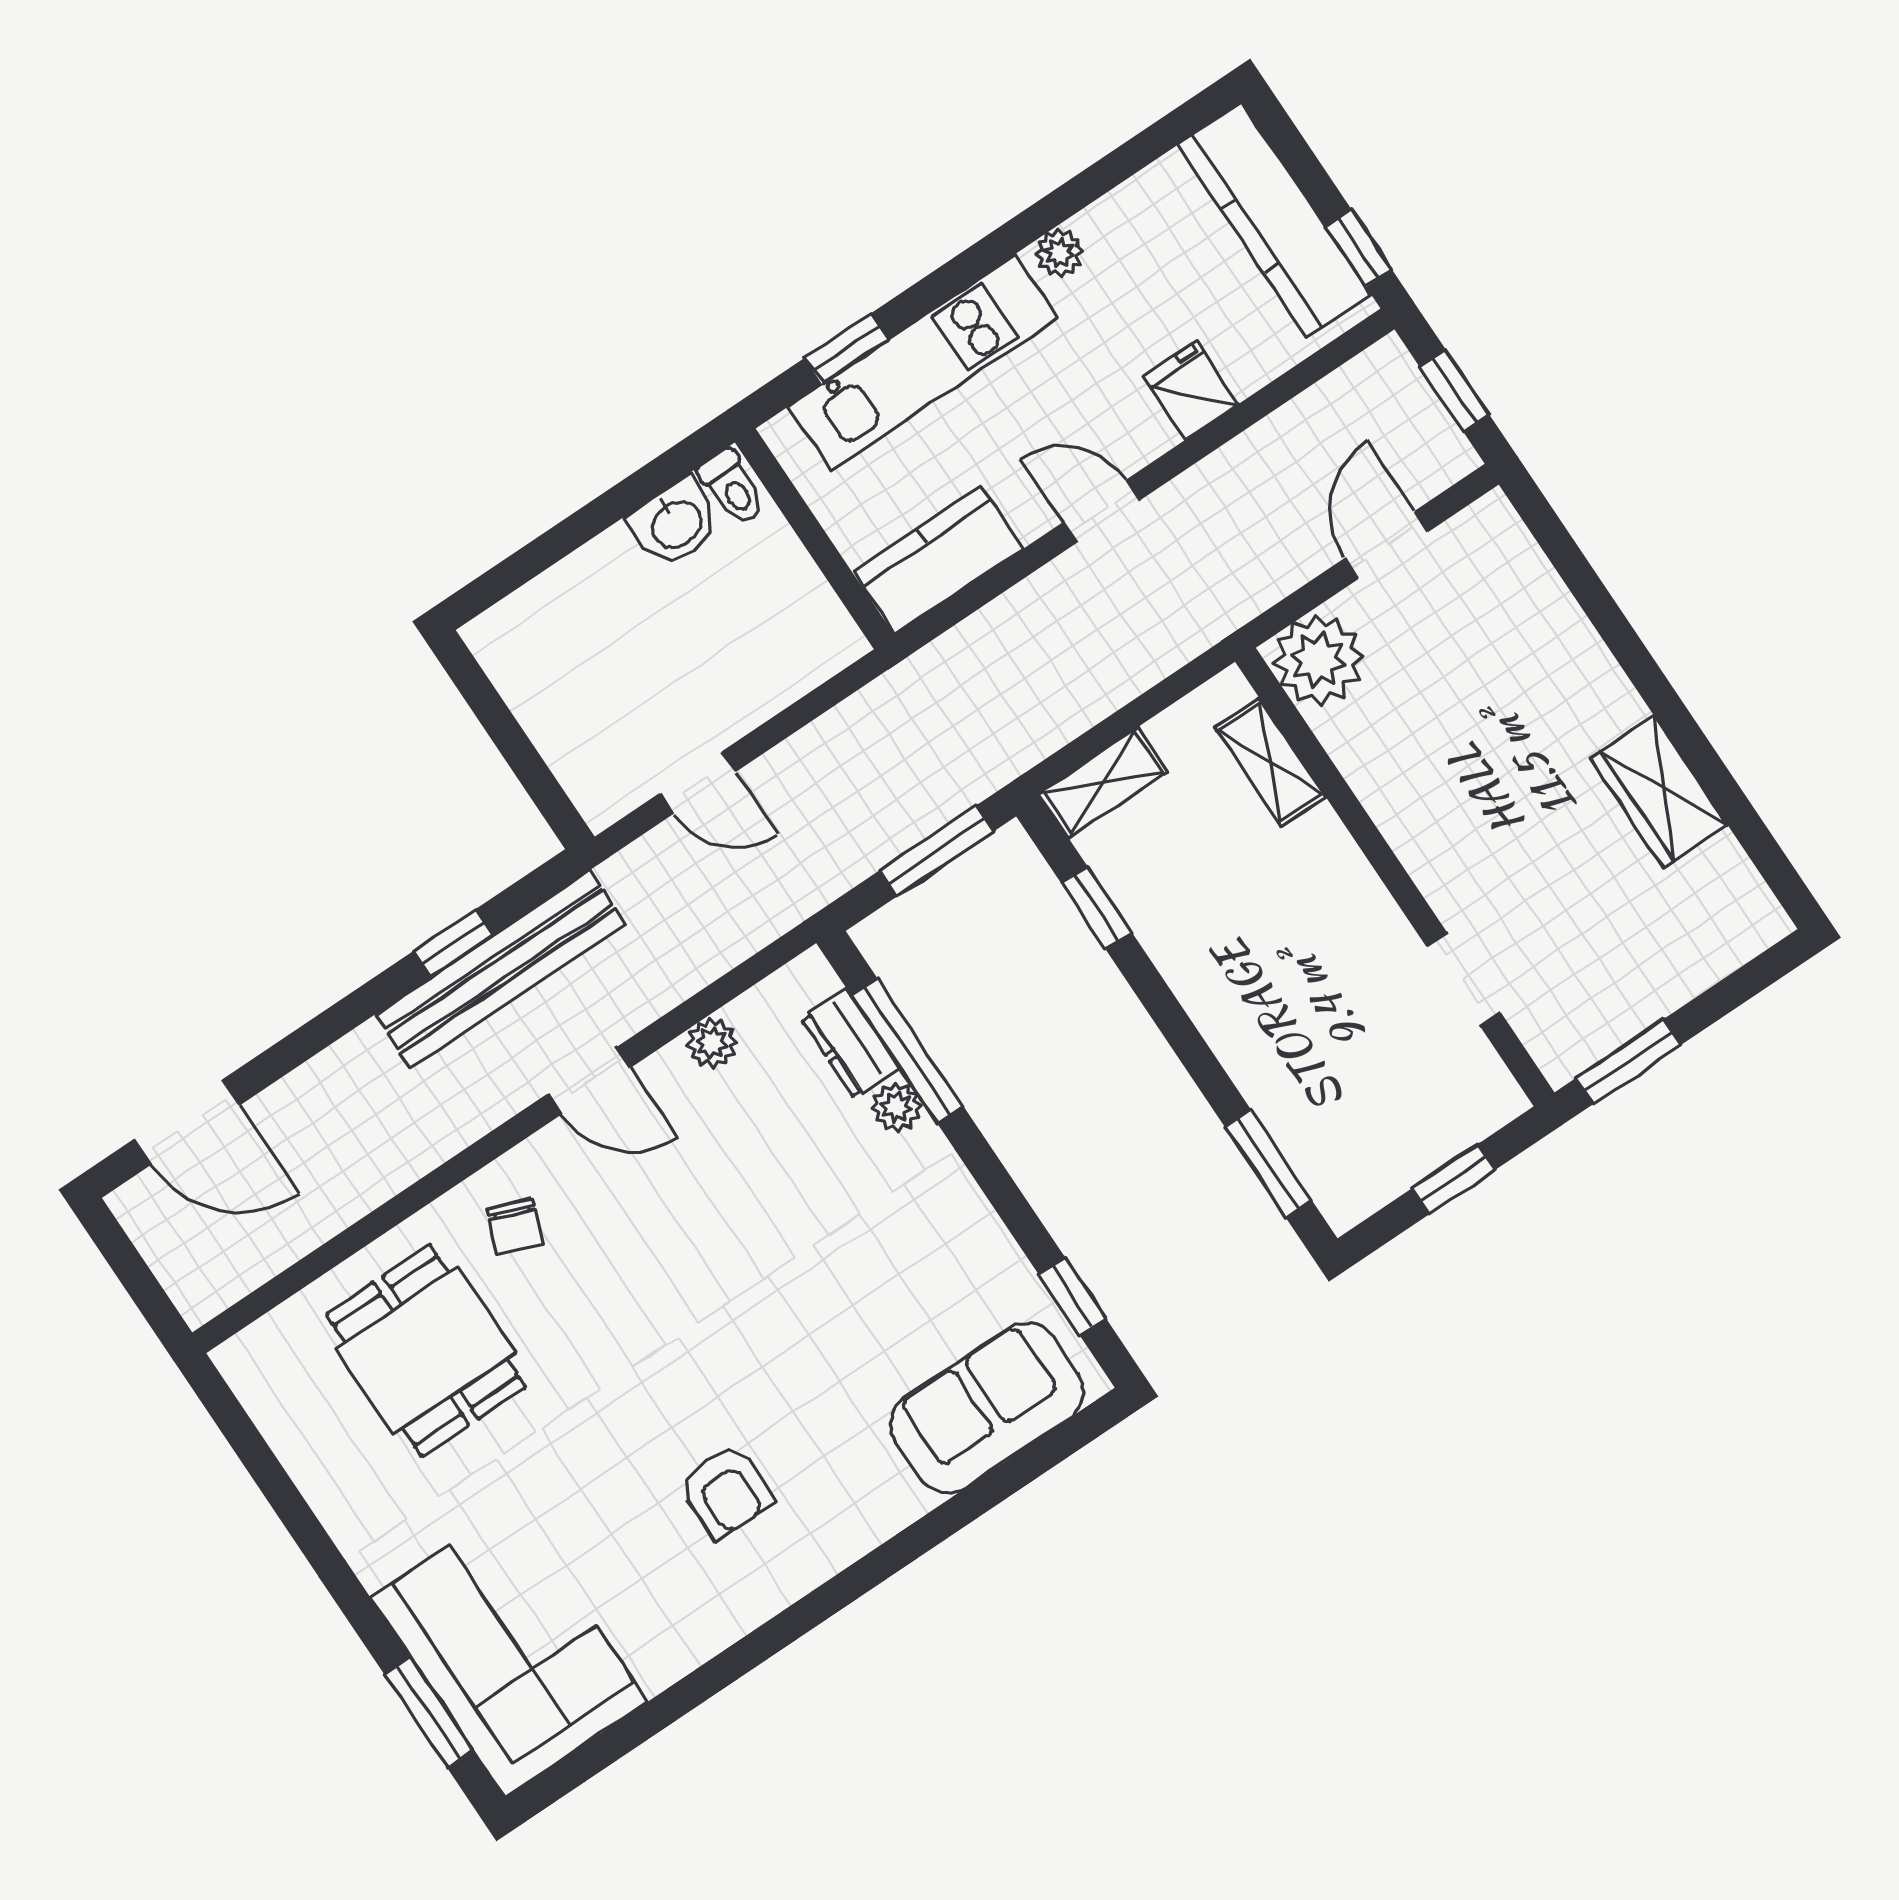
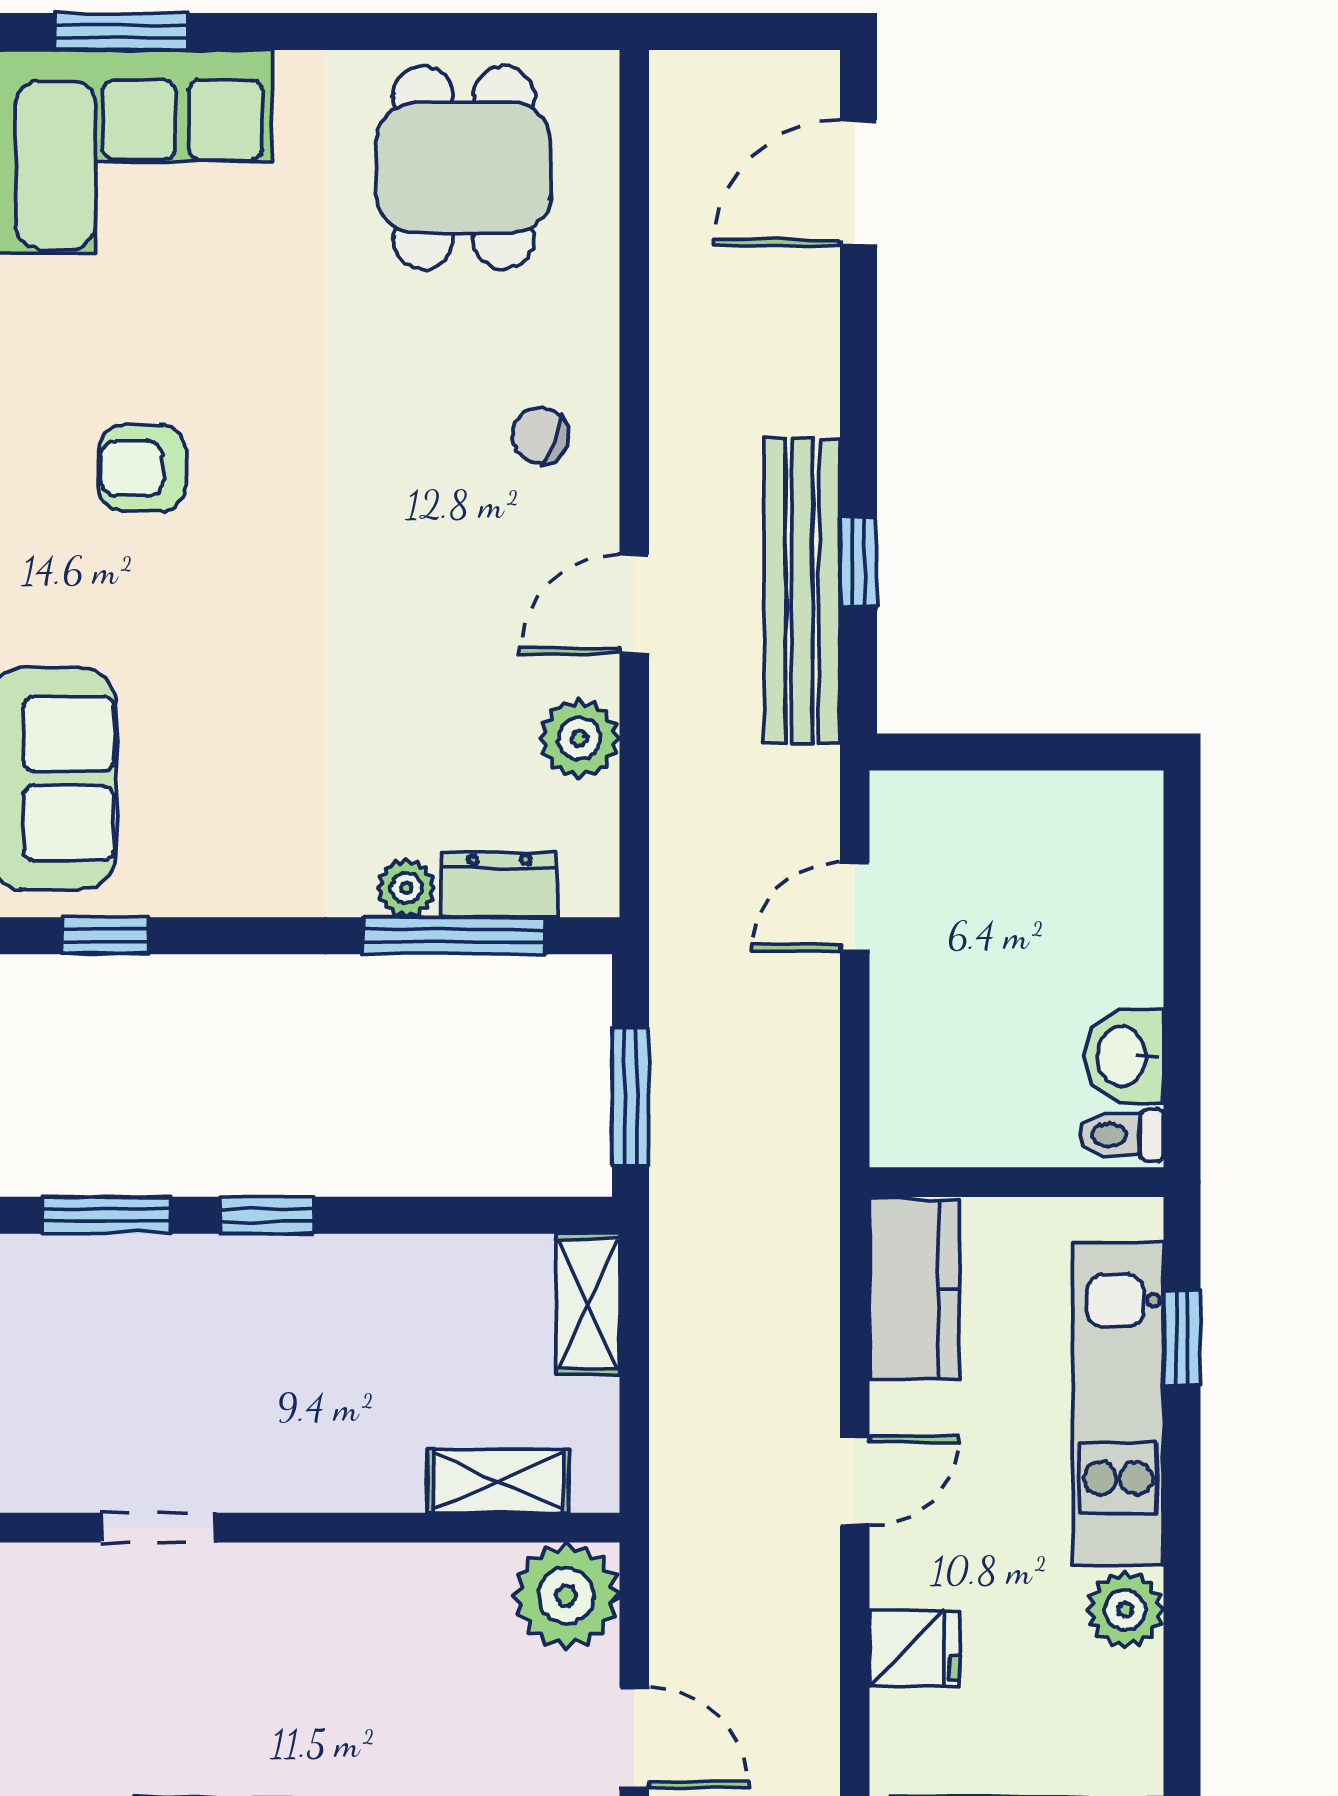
plant: (1059, 253) -> (1125, 1610), width x1.38, depth x1.38
window: (1096, 908) -> (267, 1215), moved
plant: (712, 1043) -> (579, 739), width x1.38, depth x1.38
dining table: (426, 1351) -> (464, 168), moved, turned 90

